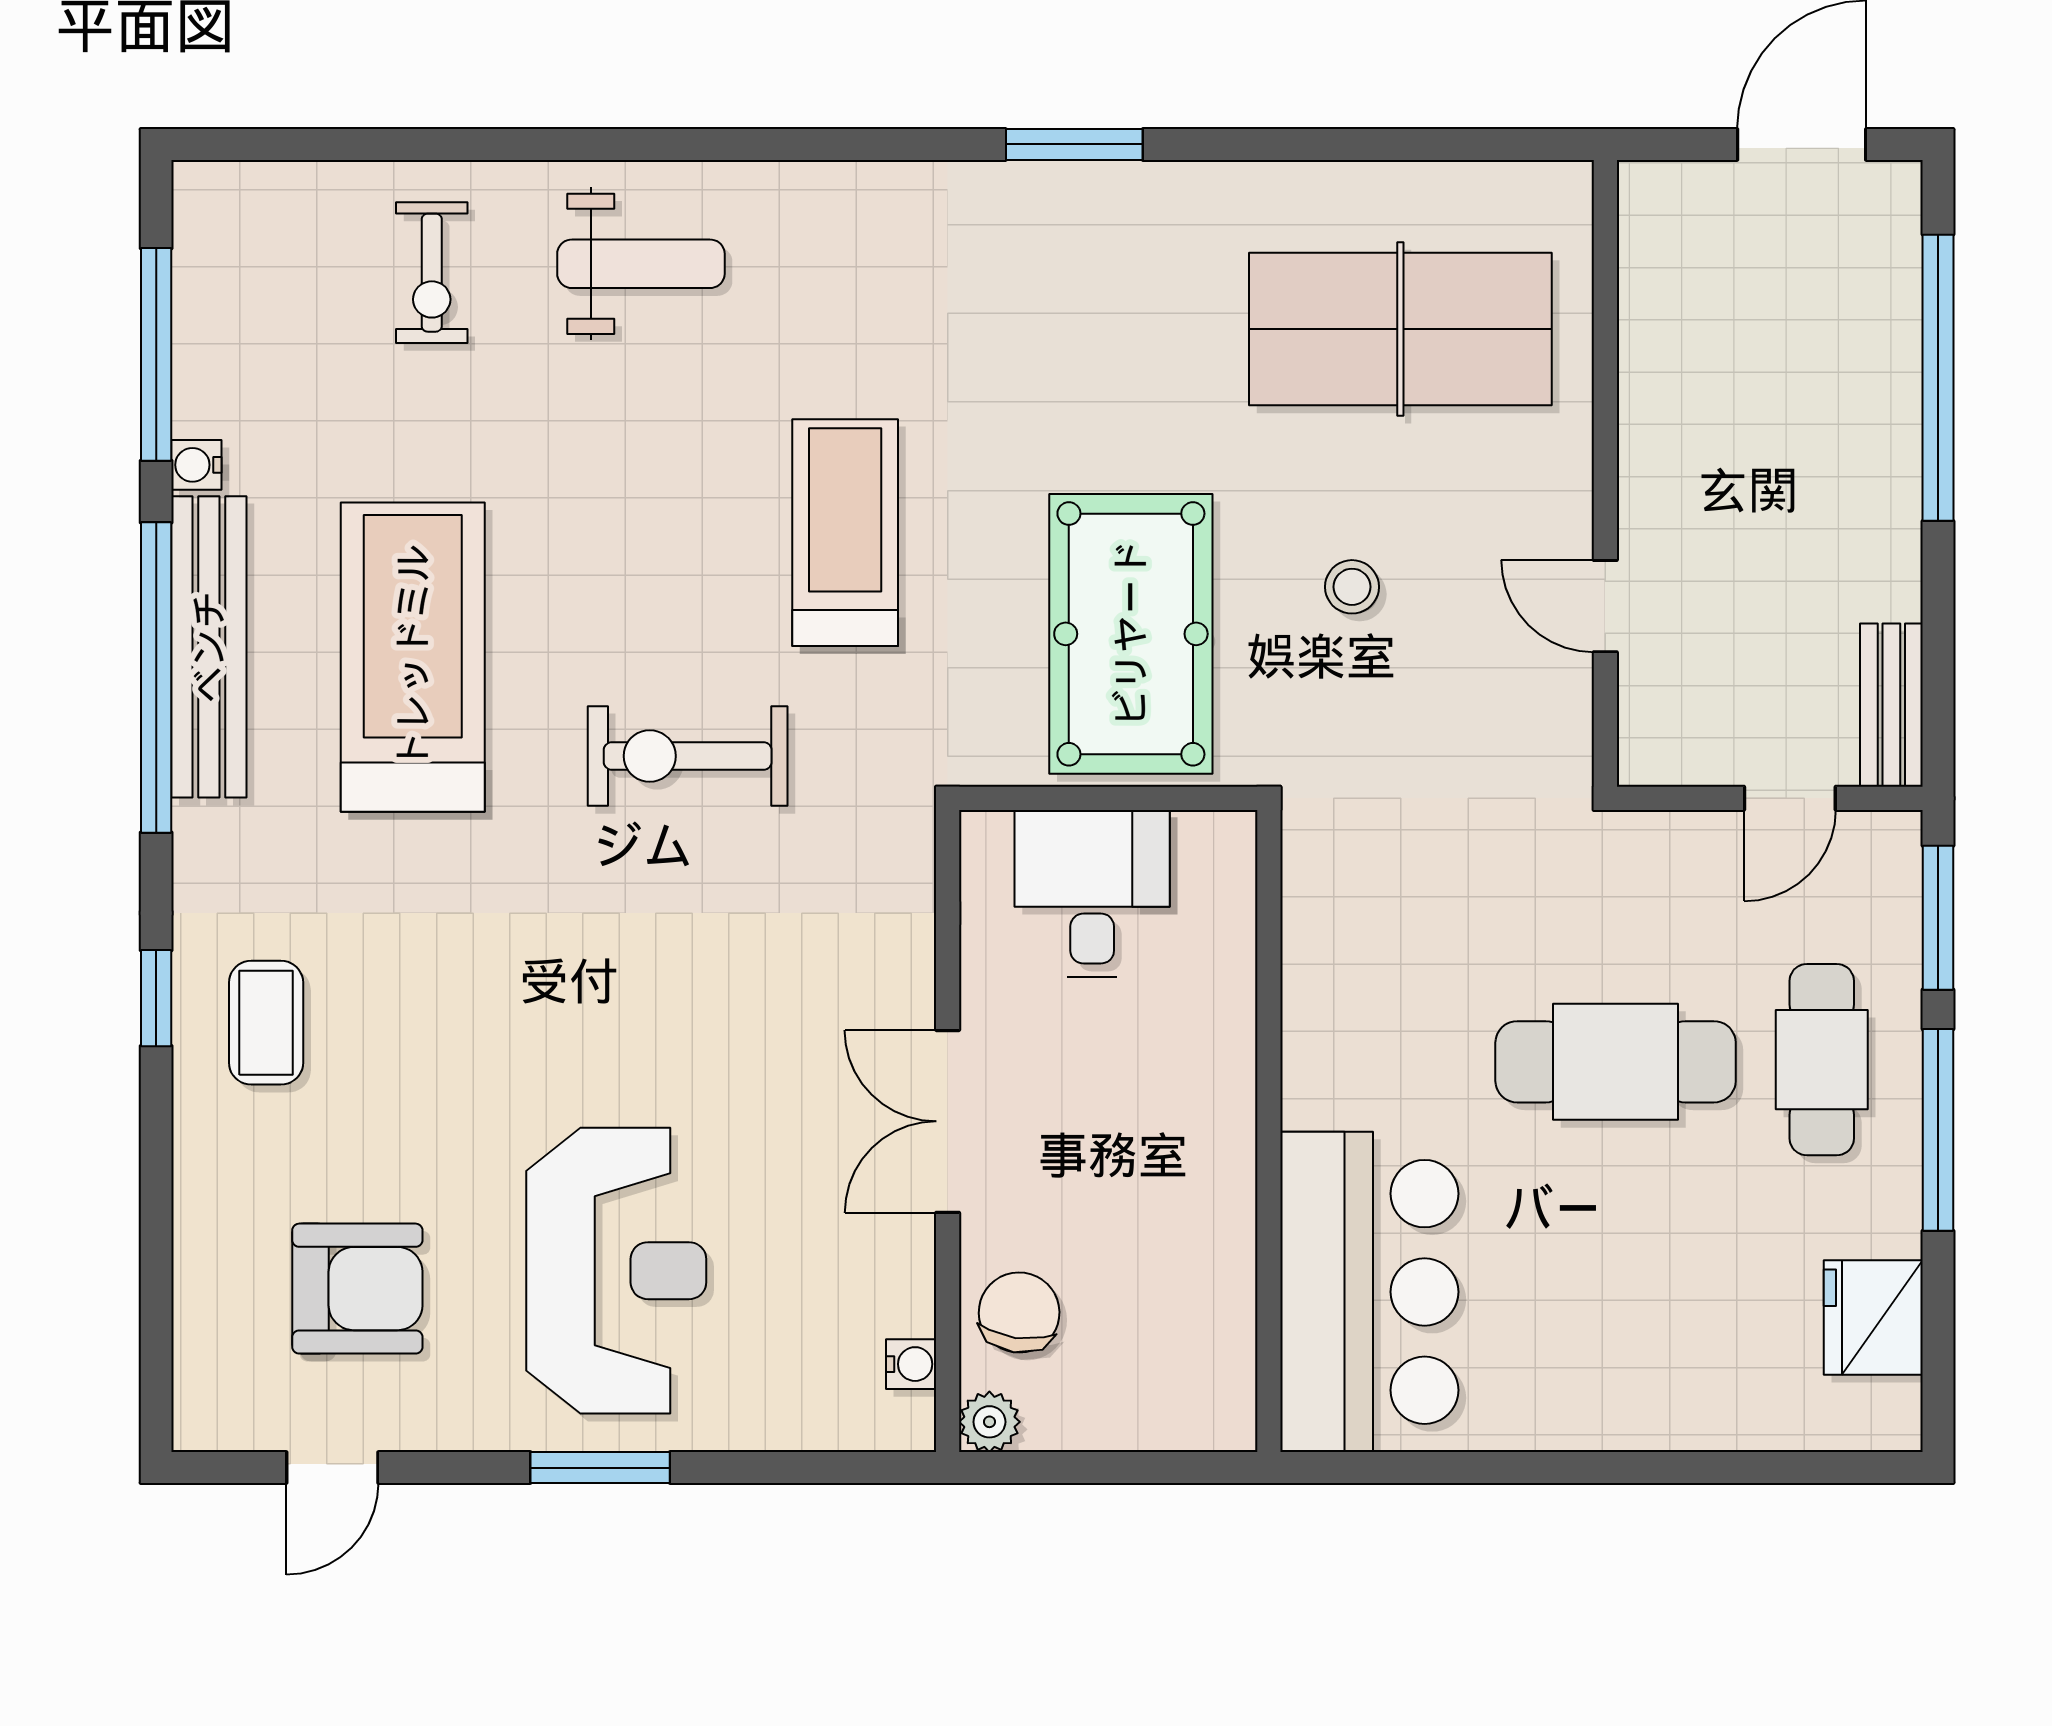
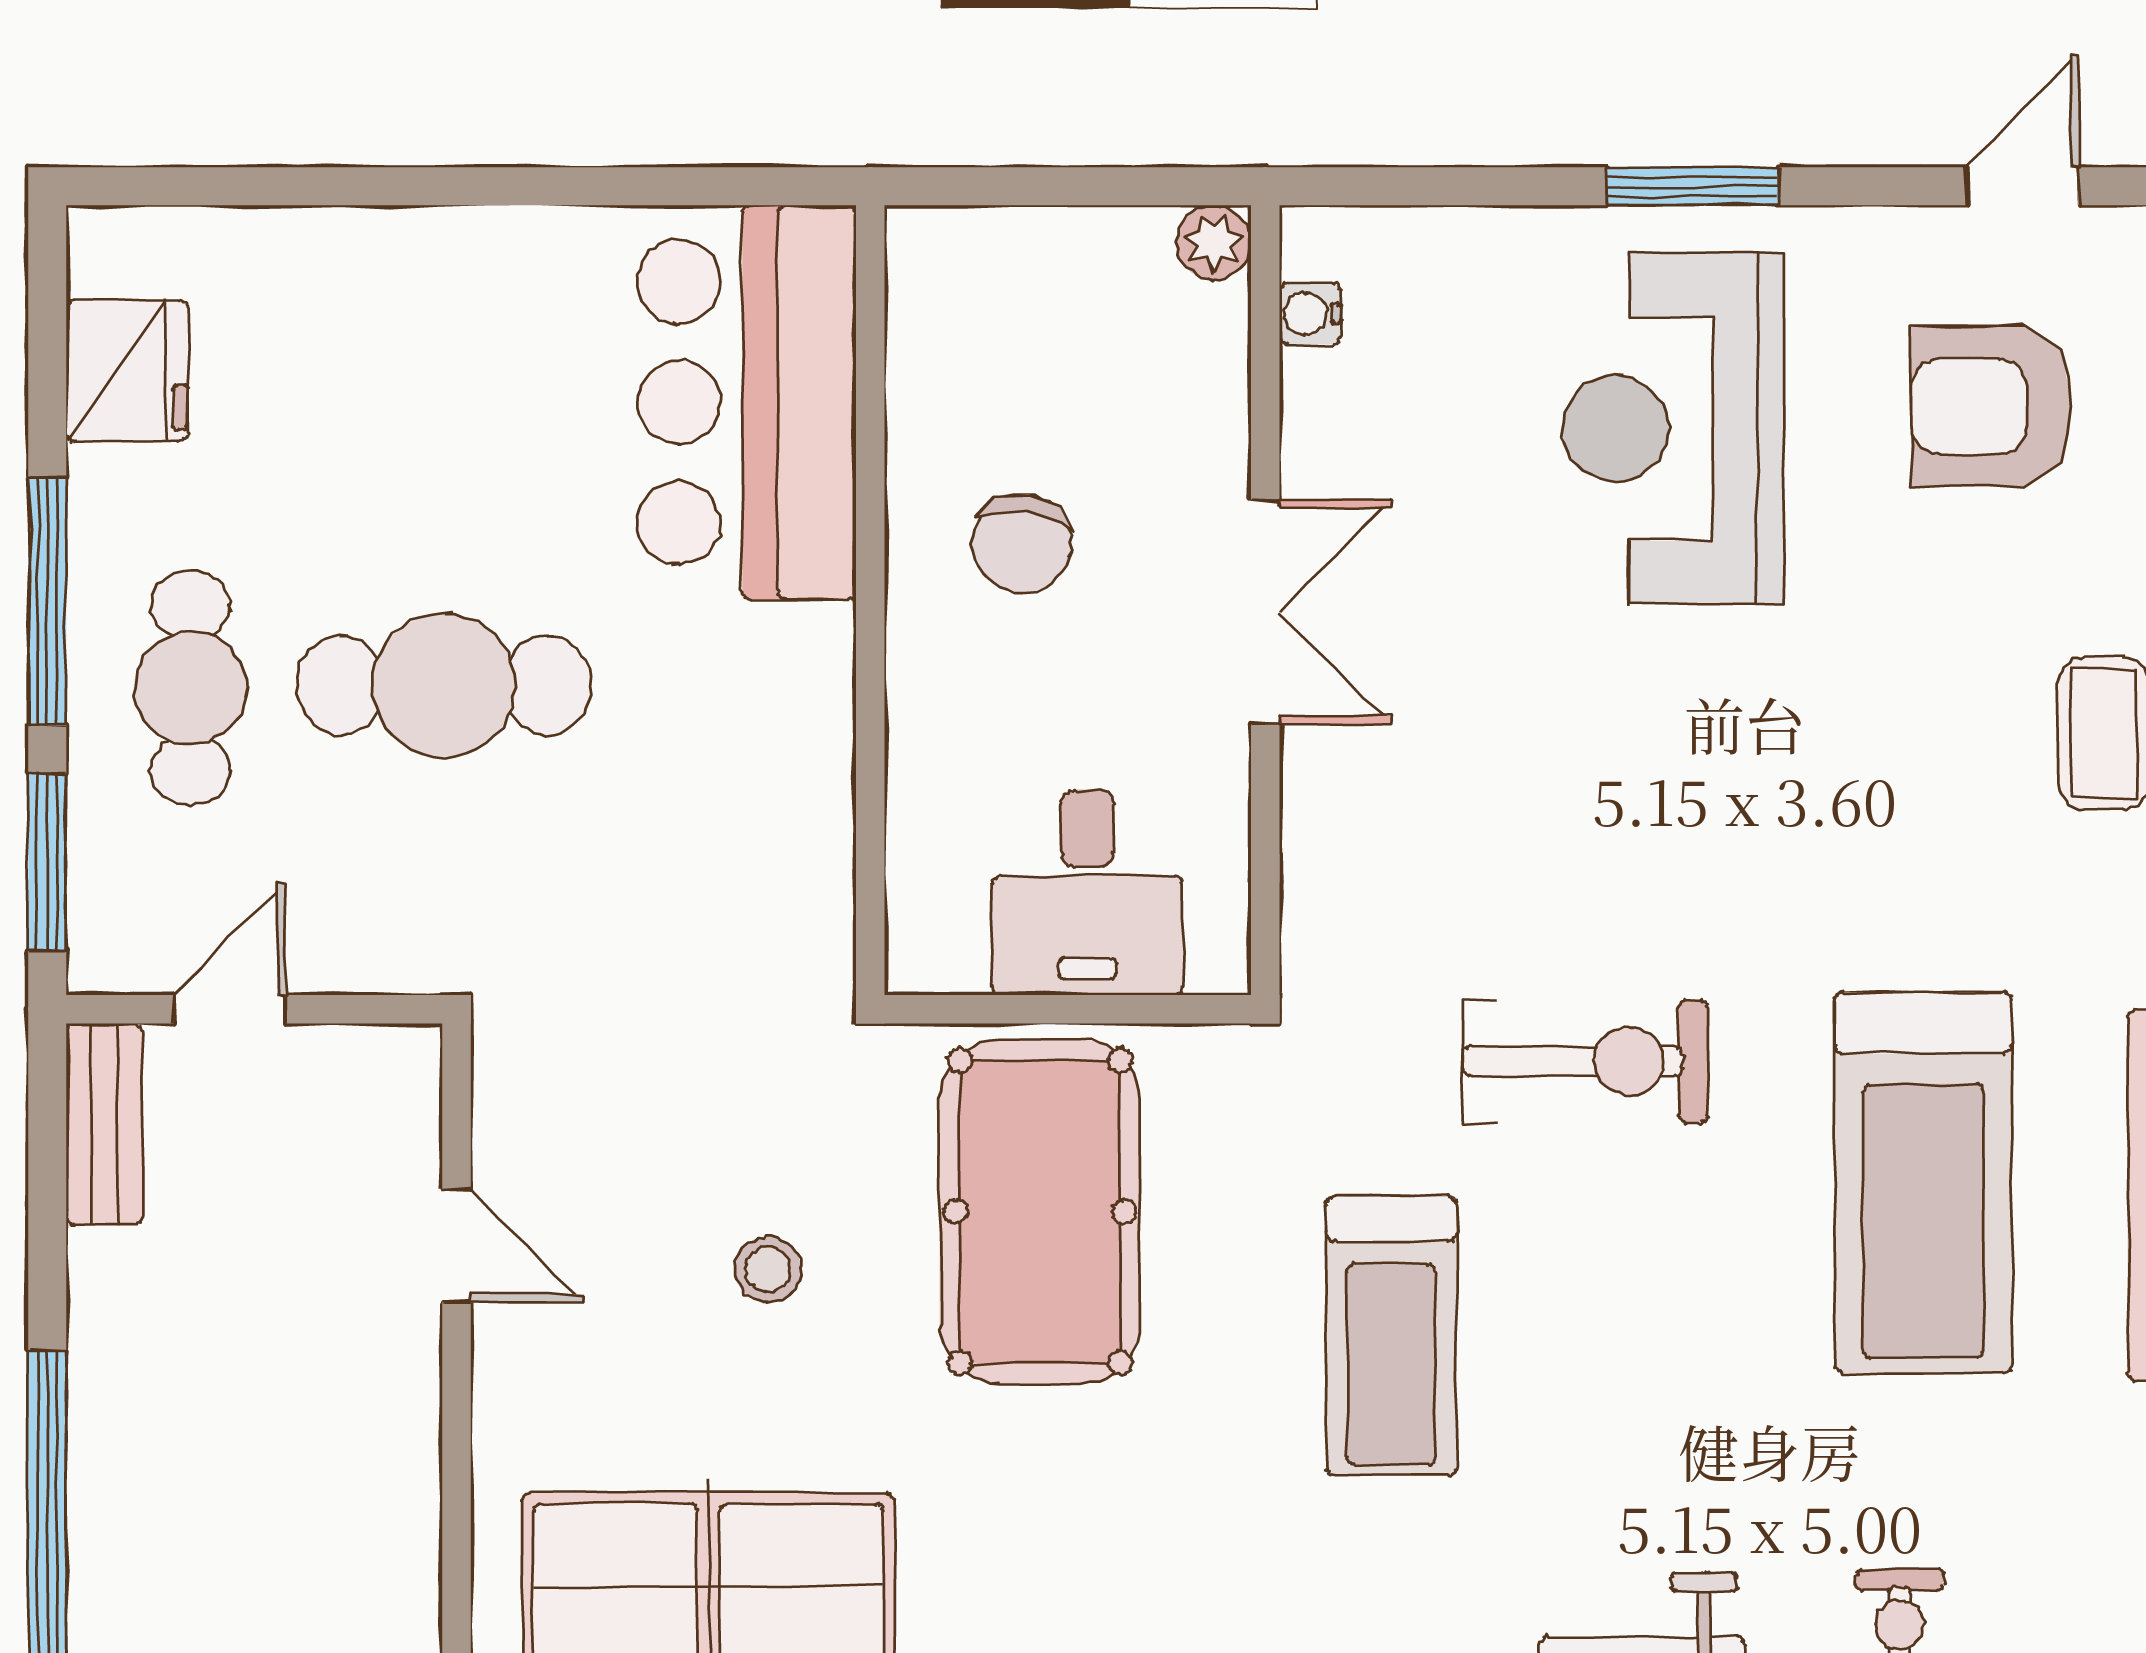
chair: (1019, 1313) -> (1022, 543), moved

